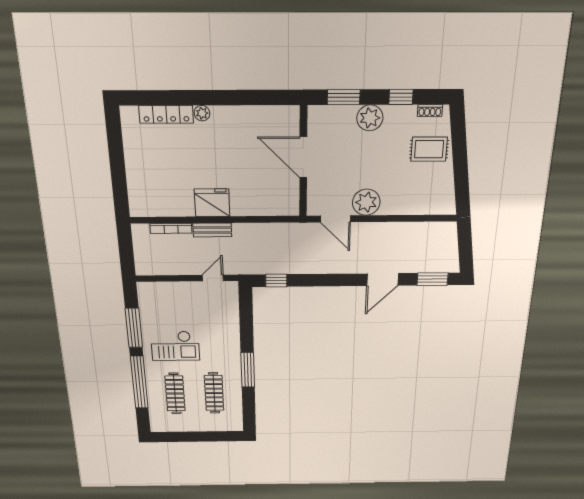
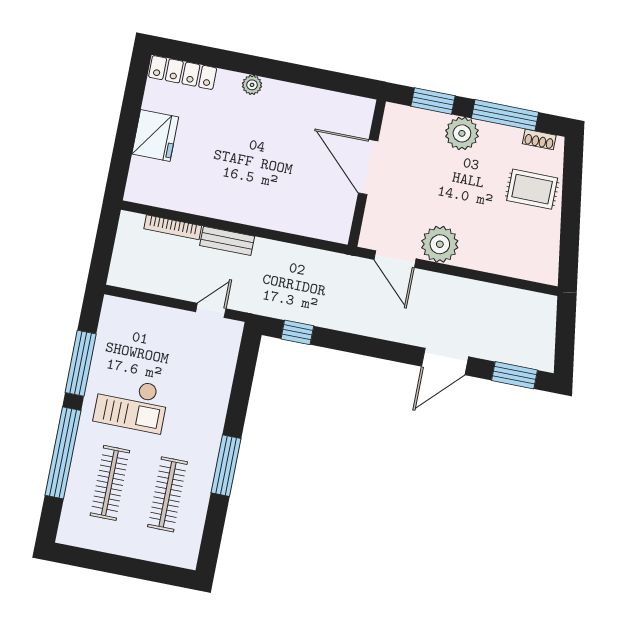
window: (401, 97) -> (505, 115), width x2.17
locker: (166, 114) -> (183, 73), moved
fridge: (212, 203) -> (155, 136), moved, turned 90

